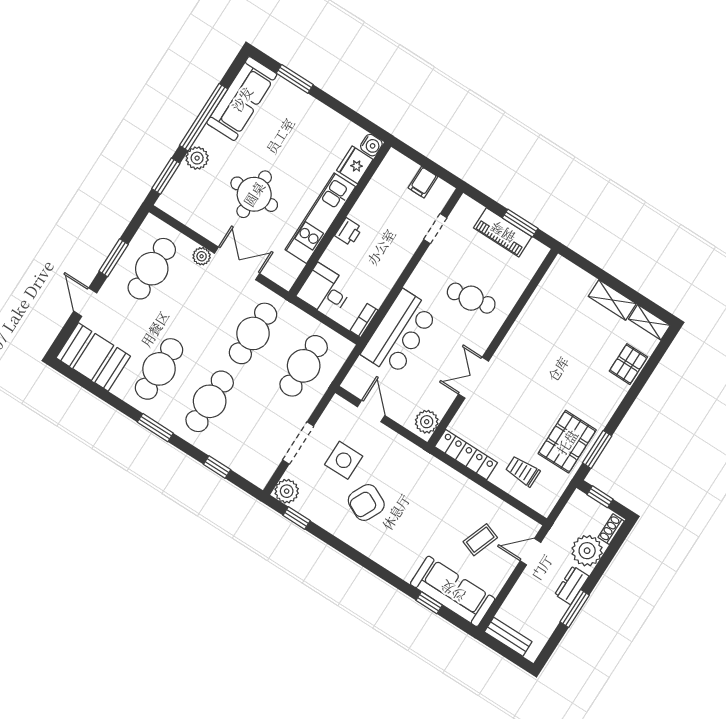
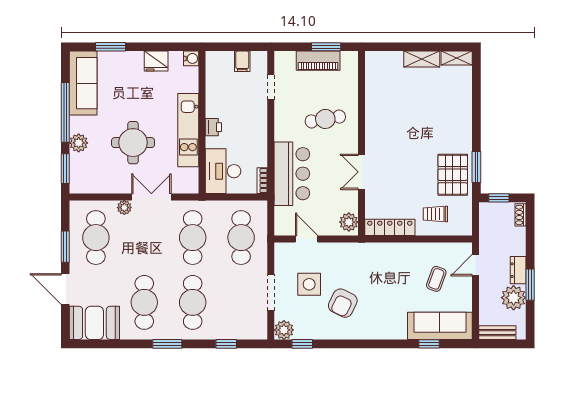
fridge: (355, 165) -> (156, 61), moved, turned -90
desk: (325, 291) -> (223, 171), width x1.37
door: (85, 302) -> (65, 289), width x1.37
pallet: (628, 364) -> (461, 95), removed
plant: (587, 551) -> (514, 298), moved

